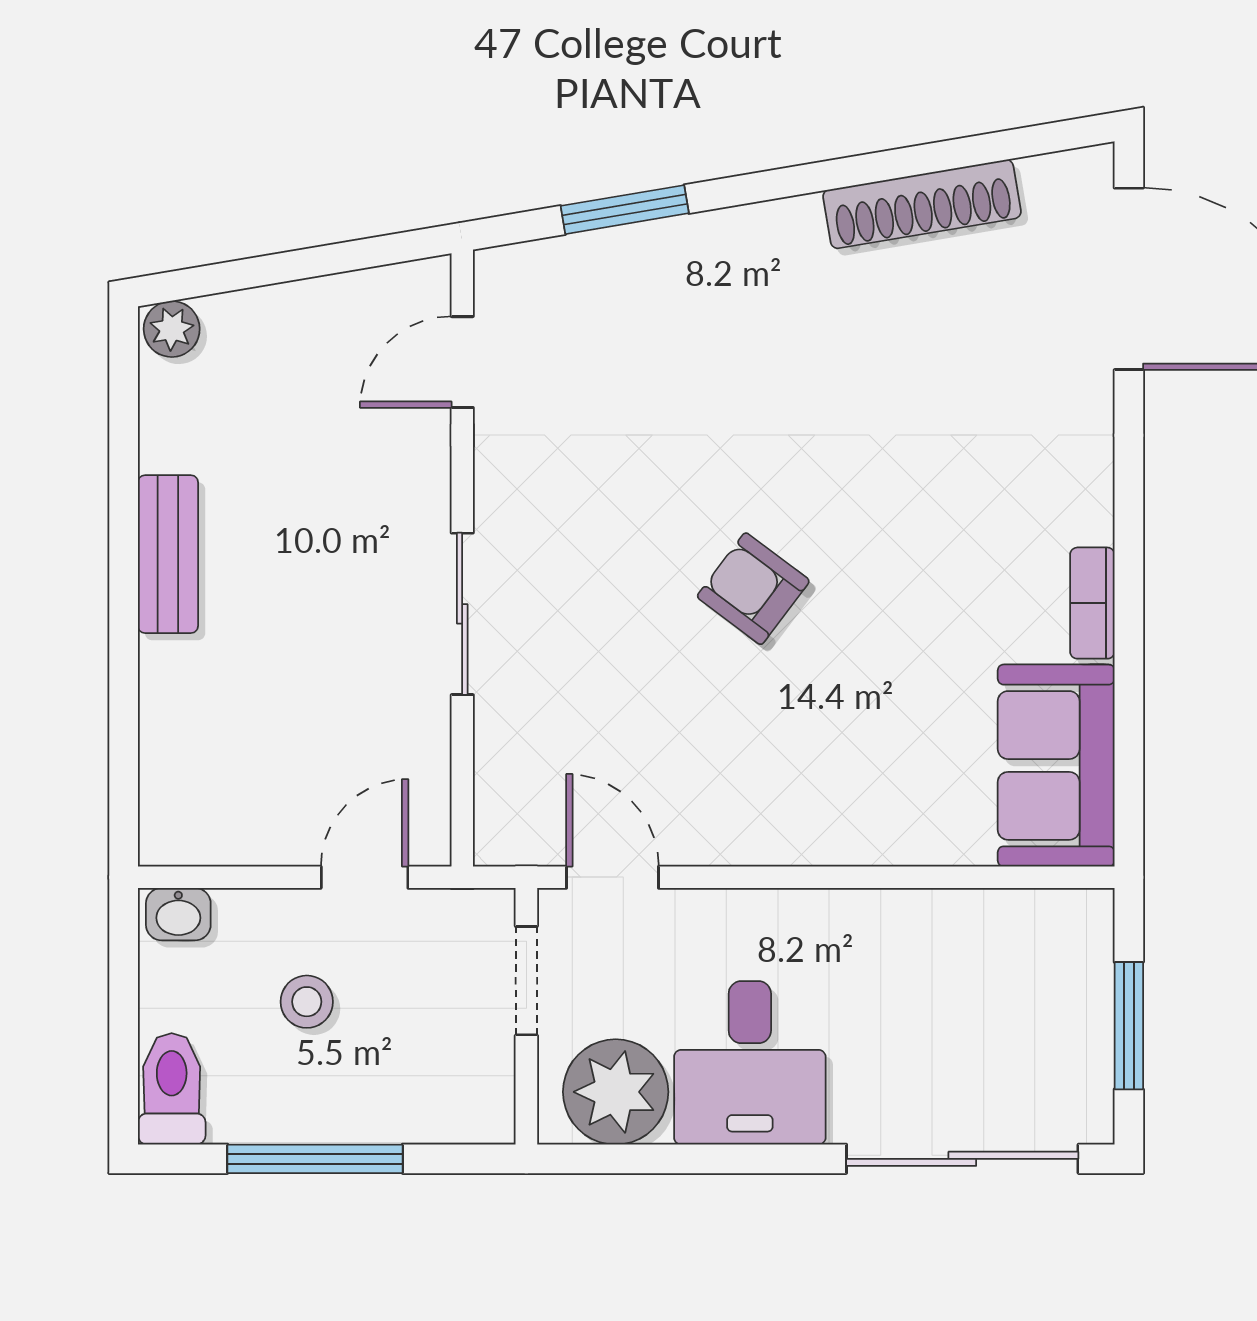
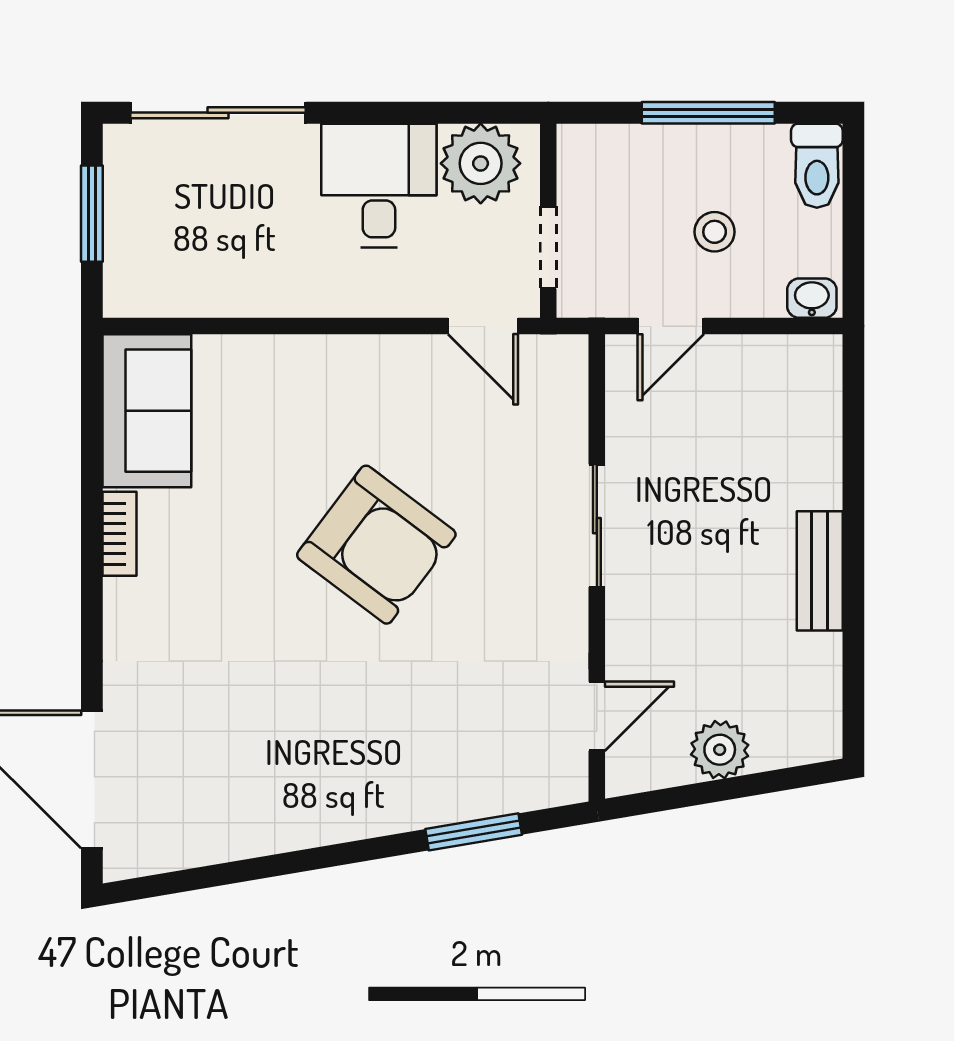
shoe rack: (922, 204) -> (249, 836), removed
plant: (172, 329) -> (720, 750), moved, width x1.38, depth x1.38
armchair: (753, 589) -> (376, 545), width x1.88, depth x1.88

